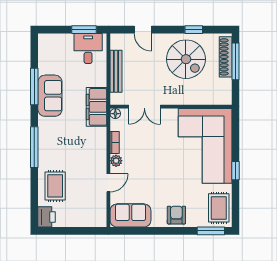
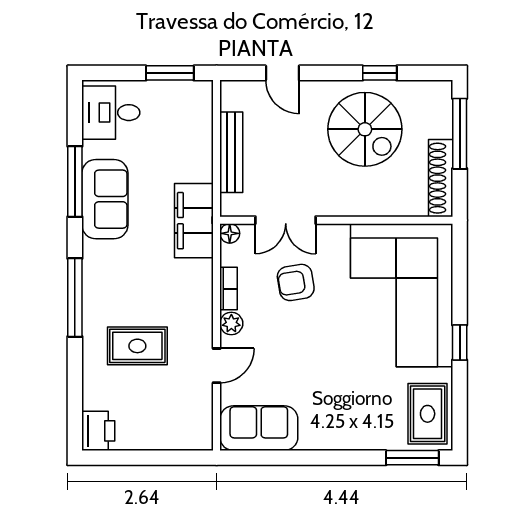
desk: (88, 48) -> (111, 113), moved, turned -90
shoe rack: (226, 57) -> (441, 178), moved
rug: (55, 186) -> (137, 346), moved, turned 90
armchair: (176, 215) -> (296, 282), moved, turned -99

